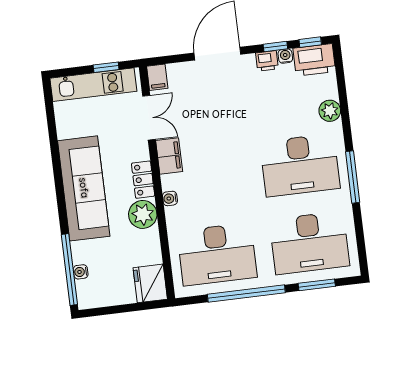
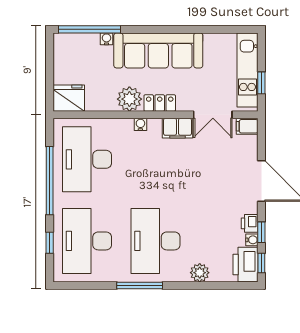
water cooler: (81, 272) -> (107, 39), moved
window: (317, 285) -> (50, 243), width x0.67

